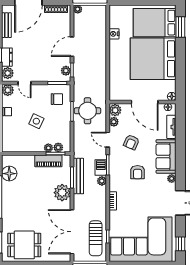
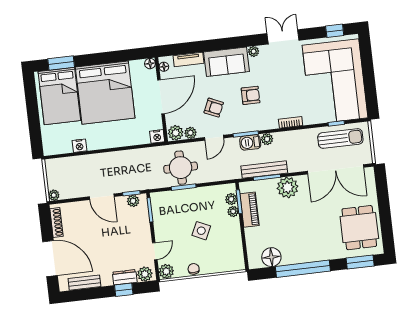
nightstand: (114, 95) -> (157, 136), added
chair: (57, 99) -> (170, 208), removed

